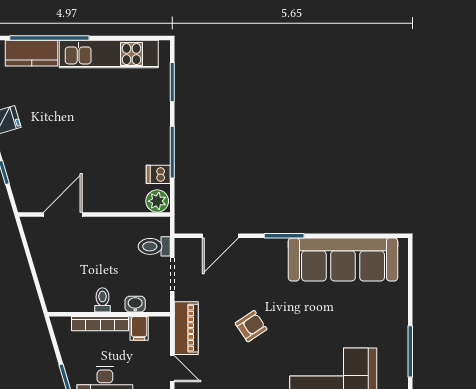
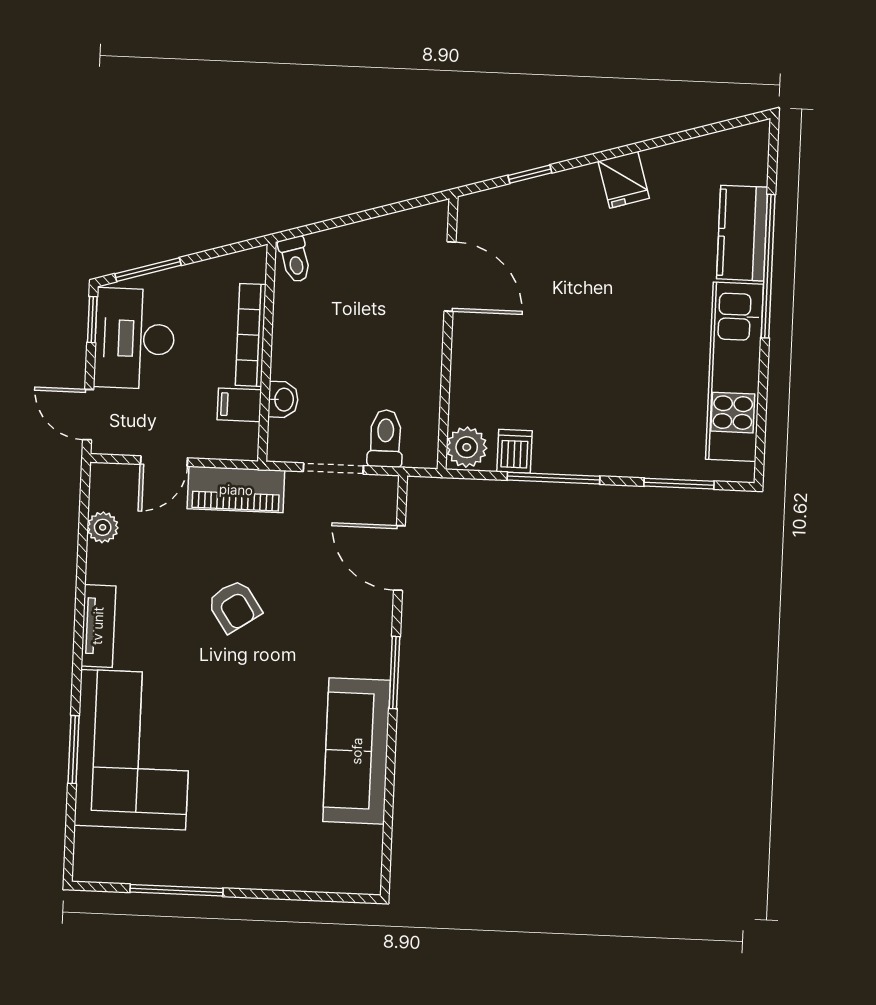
sofa: (343, 259) -> (357, 751), width x0.74, depth x0.79
toilet: (102, 300) -> (295, 260), moved, turned 73

